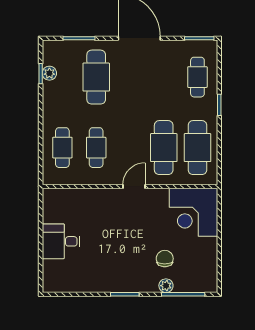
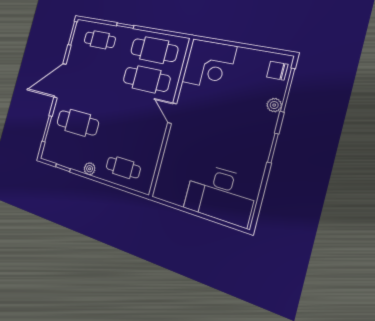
plant: (49, 73) -> (90, 169), moved
cafe table: (96, 148) -> (131, 138), removed
desk: (61, 241) -> (220, 194), width x1.87, depth x1.30
chair: (165, 259) -> (277, 71), moved

